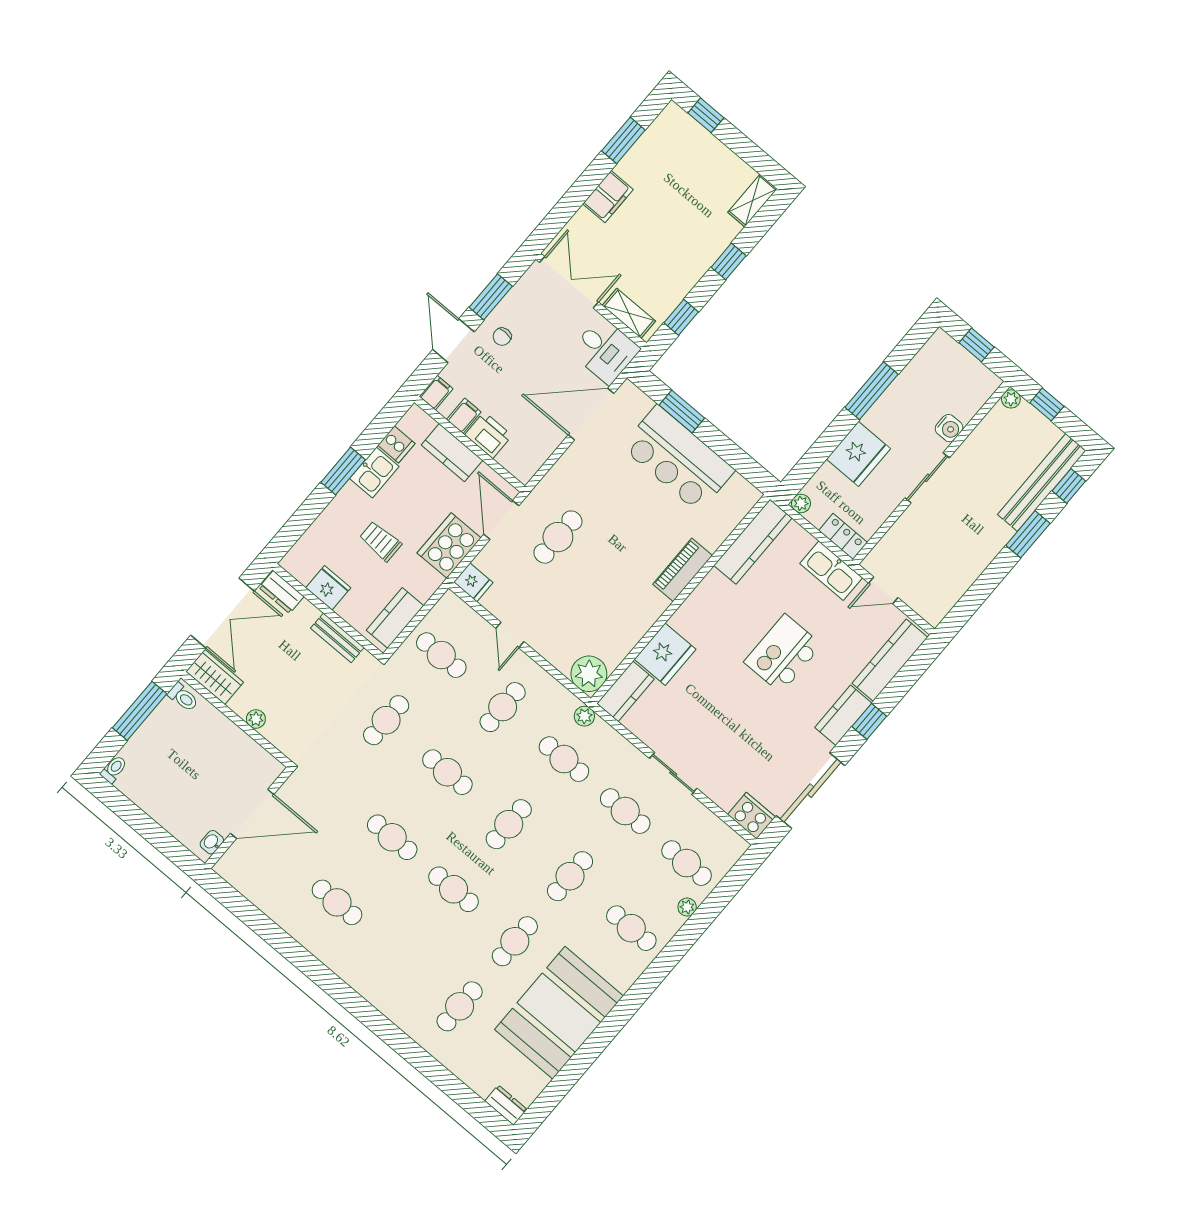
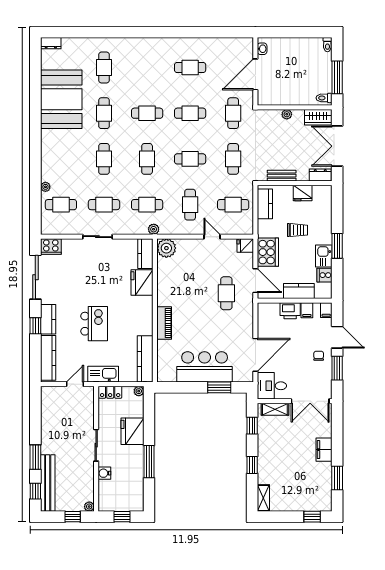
cafe table: (631, 928) -> (233, 113), moved, turned 90

